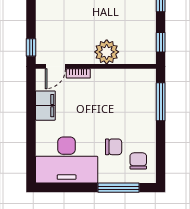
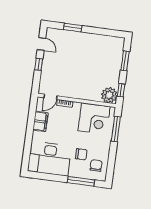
window: (31, 47) -> (39, 64), moved
plant: (107, 52) -> (109, 95), moved
corner desk: (126, 90) -> (94, 119), added

